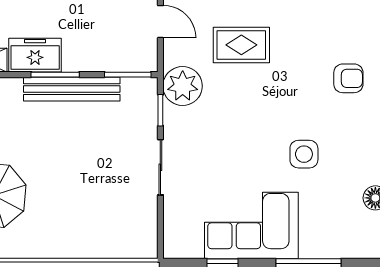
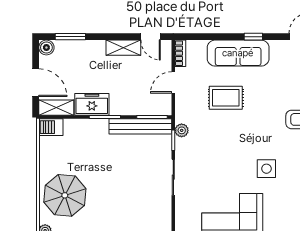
door: (160, 22) -> (173, 83), swing flipped
plant: (183, 86) -> (182, 130), width x0.53, depth x0.53
bench: (72, 89) -> (140, 126), moved

